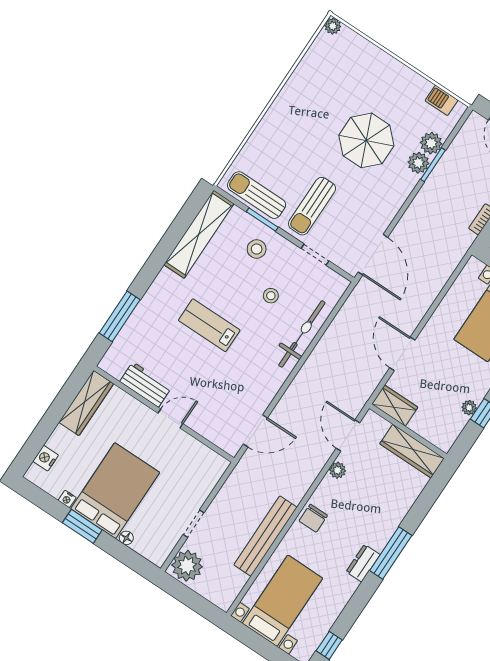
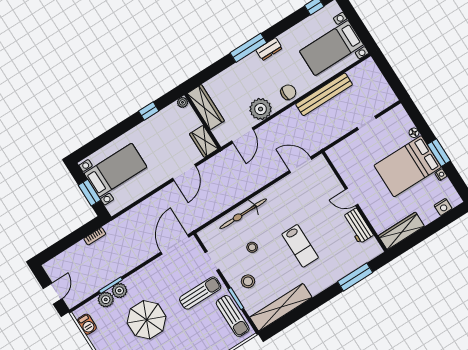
plant: (469, 408) -> (182, 102), moved
plant: (338, 470) -> (261, 109), width x1.88, depth x1.88
plant: (187, 566) -> (383, 98), removed

